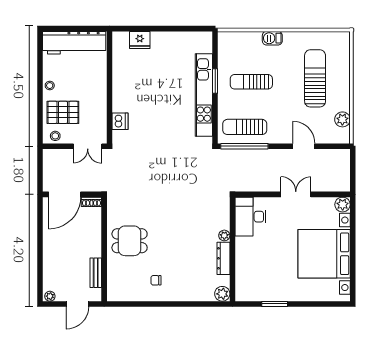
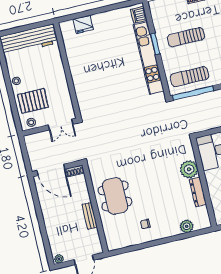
dishwasher: (120, 121) -> (139, 15), moved, turned 180
door: (65, 194) -> (51, 170), hinge flipped
plant: (224, 235) -> (189, 169), width x1.88, depth x1.88
dining table: (130, 241) -> (115, 196), width x1.38
bench: (96, 273) -> (90, 216), moved
plant: (222, 294) -> (187, 226), moved

